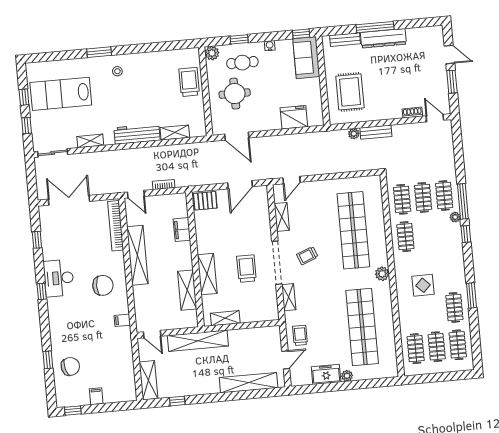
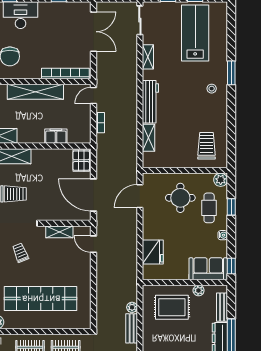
plant: (330, 66) -> (199, 290), added
trolley: (189, 82) -> (207, 146), moved, turned -90
door: (240, 185) -> (93, 195), width x1.36

